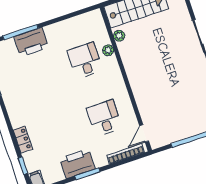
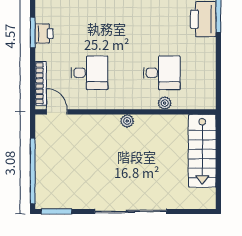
plant: (119, 36) -> (127, 121), moved
printer: (77, 163) -> (44, 34), width x0.53, depth x0.68

